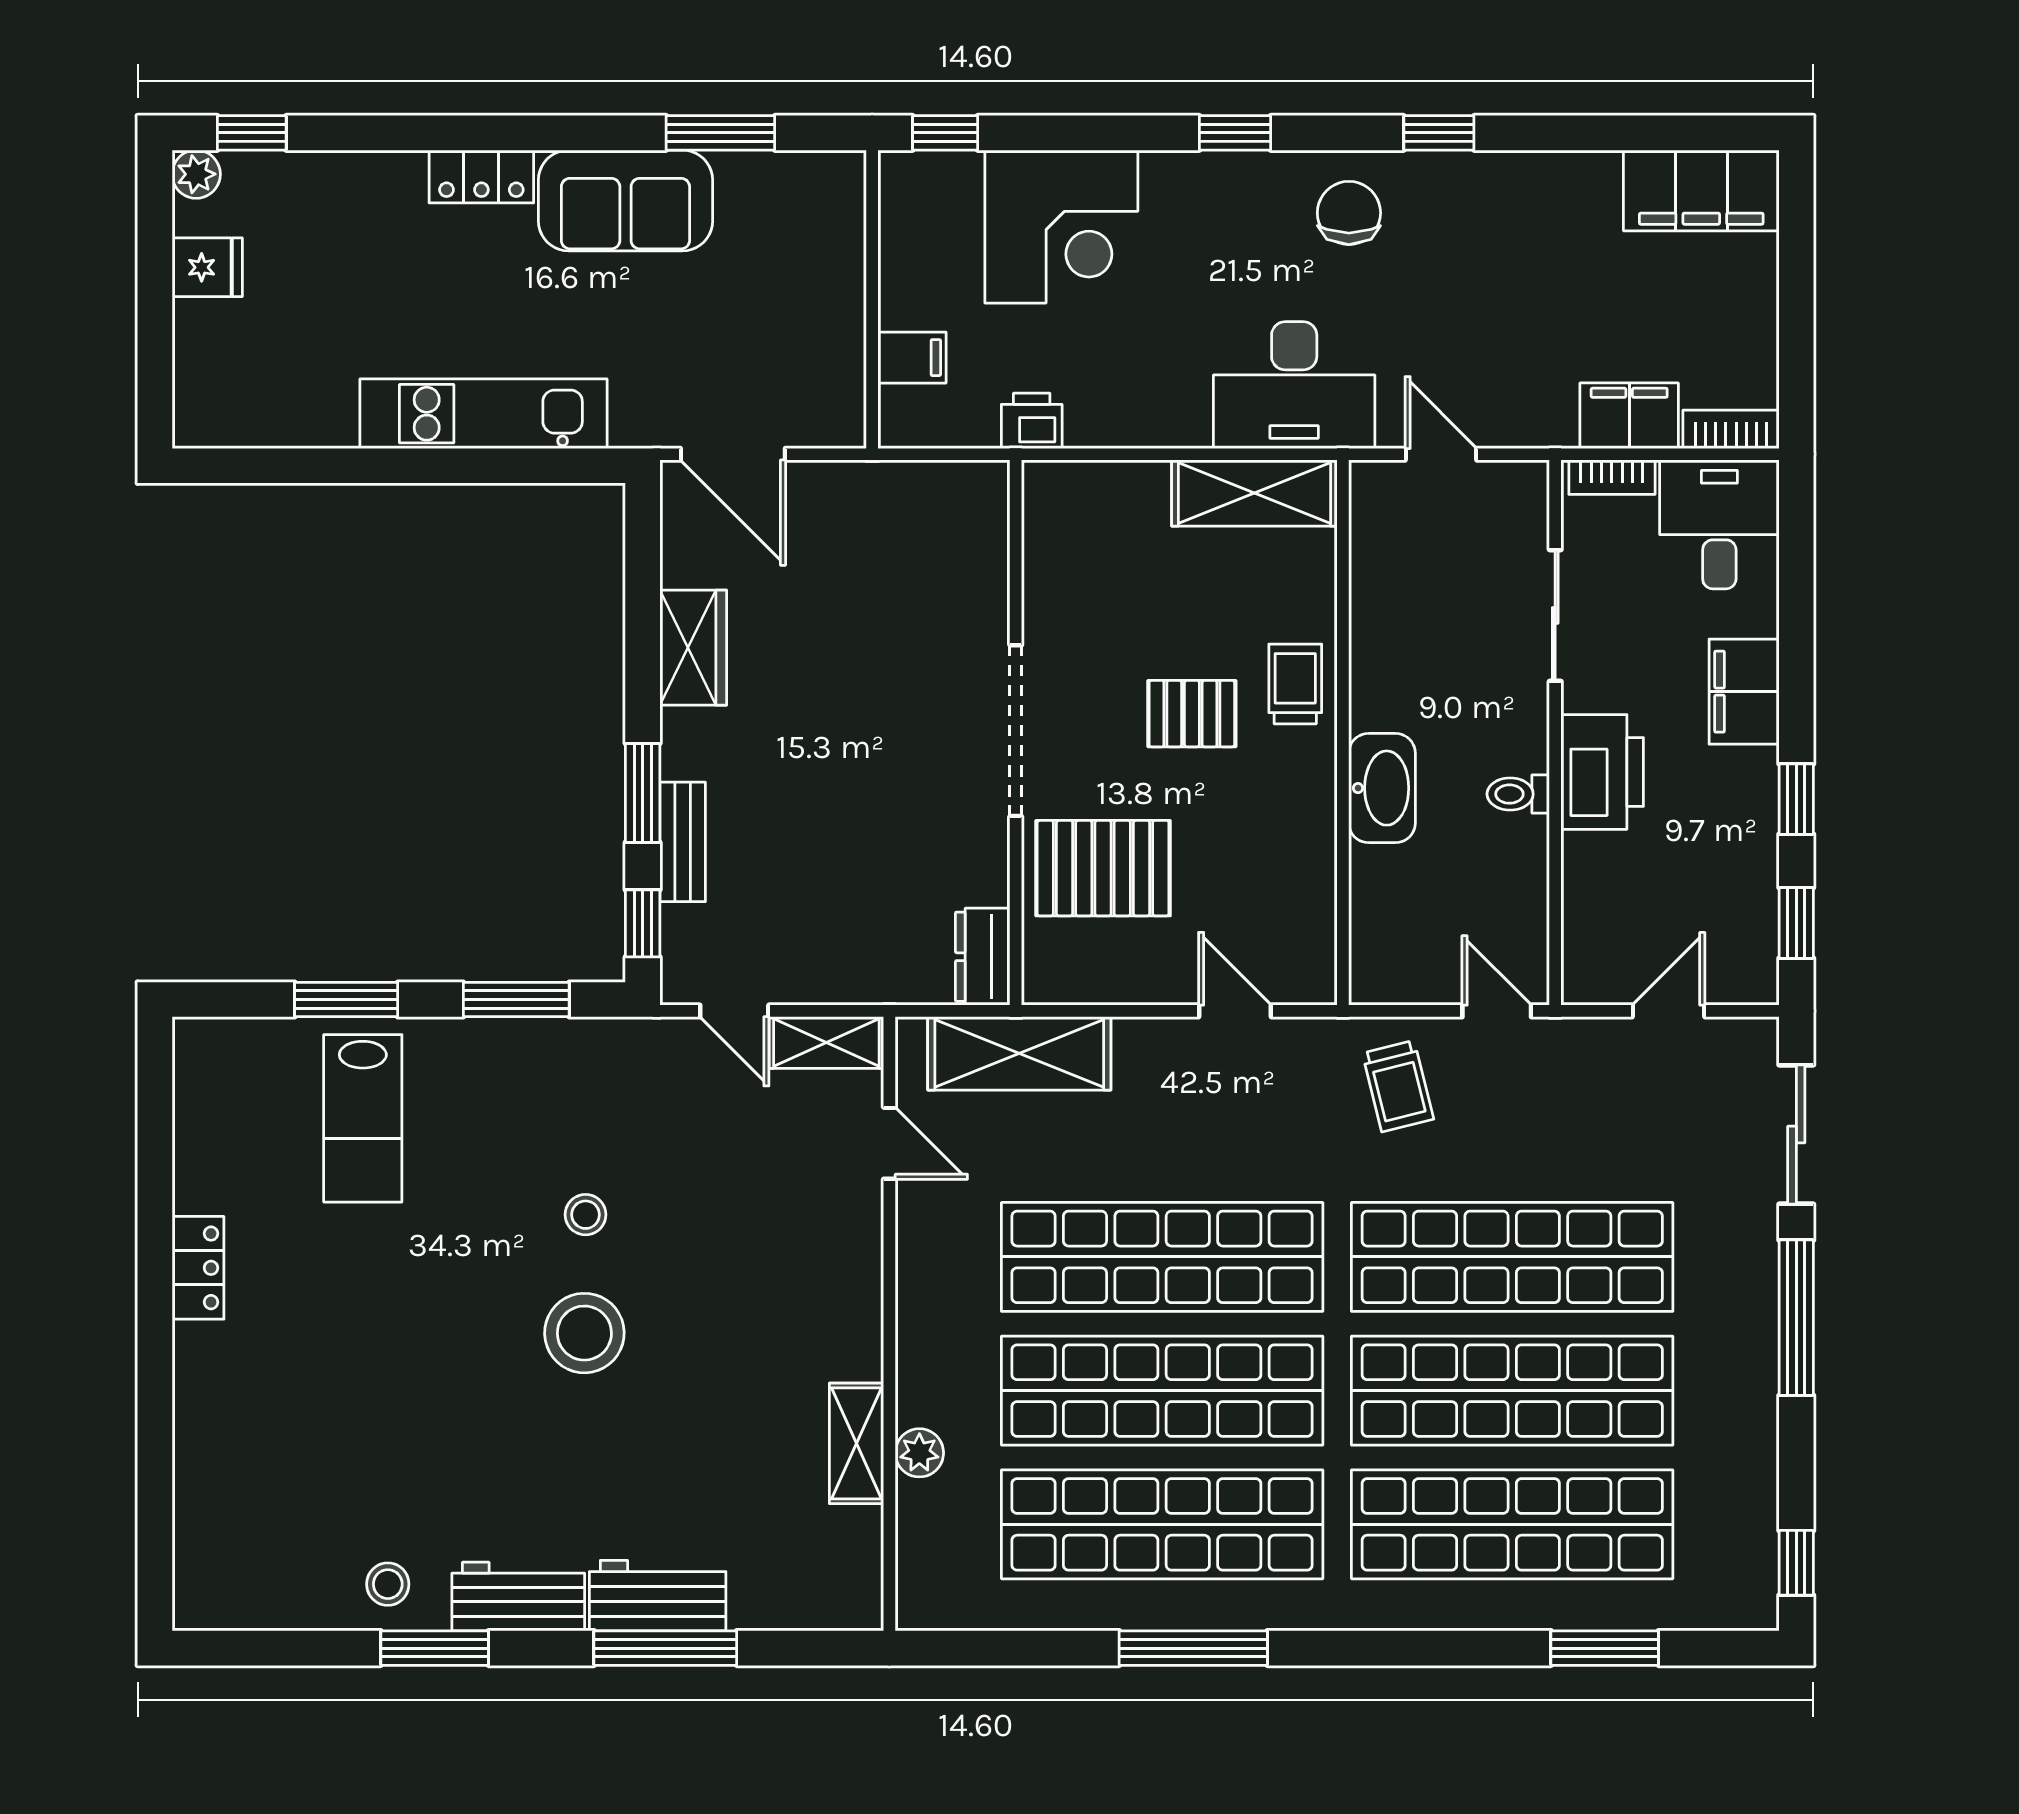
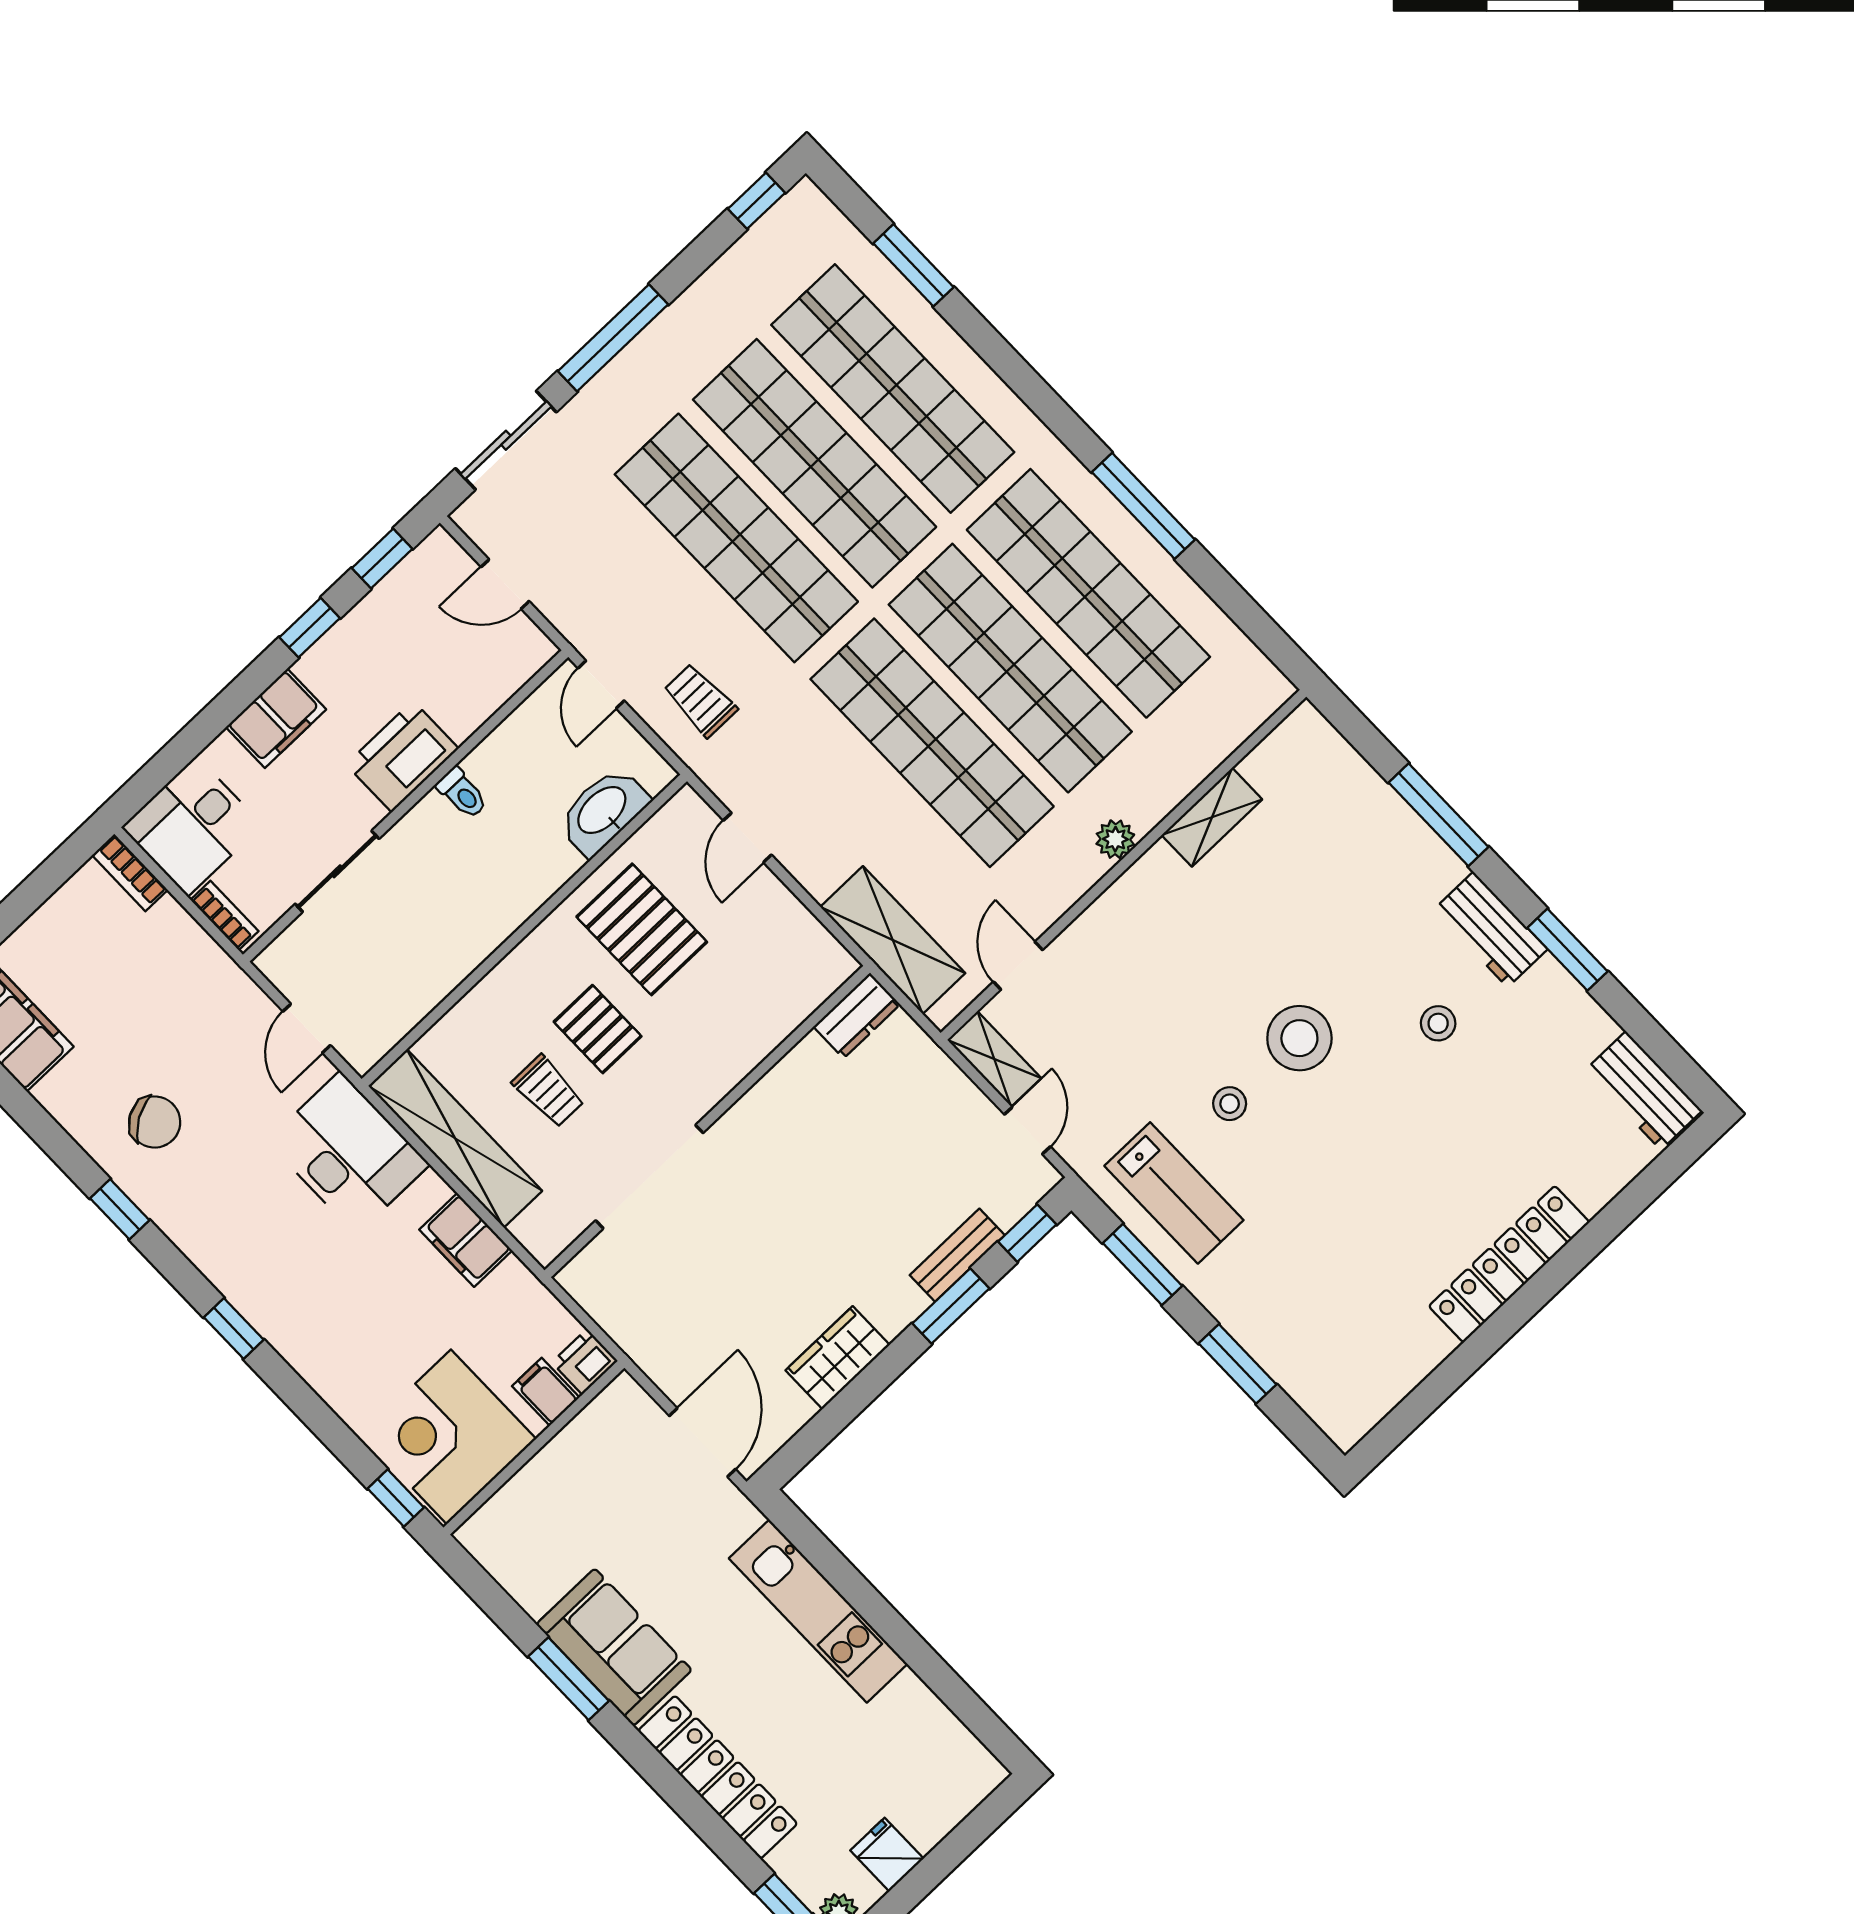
window: (720, 133) -> (568, 1679), moved
locker: (481, 176) -> (718, 1777), width x2.16, depth x1.21
chair: (1349, 213) -> (155, 1122), moved, turned -121
corner desk: (1061, 227) -> (449, 1437), moved, turned -90
filing cabinet: (1629, 416) -> (466, 1240), moved
printer: (1032, 421) -> (585, 1362), moved, turned 90
shelving: (1254, 493) -> (455, 1138), width x1.47
trolley: (1295, 684) -> (548, 1091), moved, turned -90
doorway: (1016, 731) -> (649, 1177), moved
washbasin: (1382, 788) -> (603, 811), moved
pallet: (1103, 868) -> (642, 929), moved
trolley: (1398, 1086) -> (700, 700), turned -76
lab bench: (363, 1118) -> (1174, 1193), moved, turned 90
locker: (198, 1268) -> (1509, 1264), width x2.16, depth x1.21
plant: (919, 1453) -> (1115, 839), moved
stool: (388, 1584) -> (1438, 1023), moved
workbench: (658, 1596) -> (1643, 1091), moved

